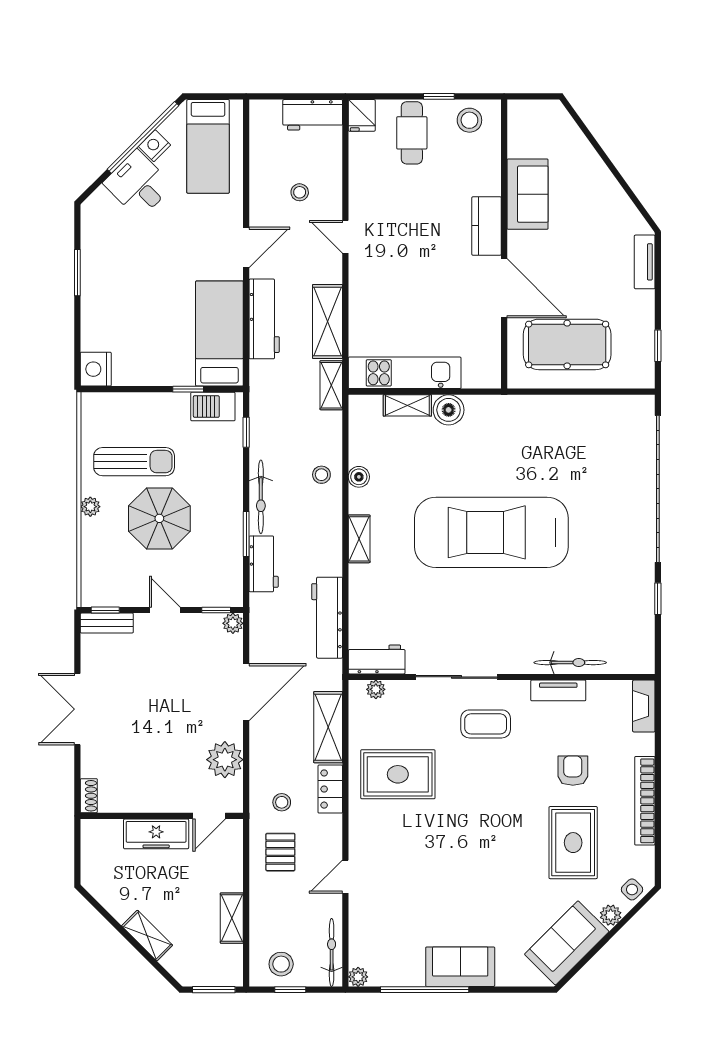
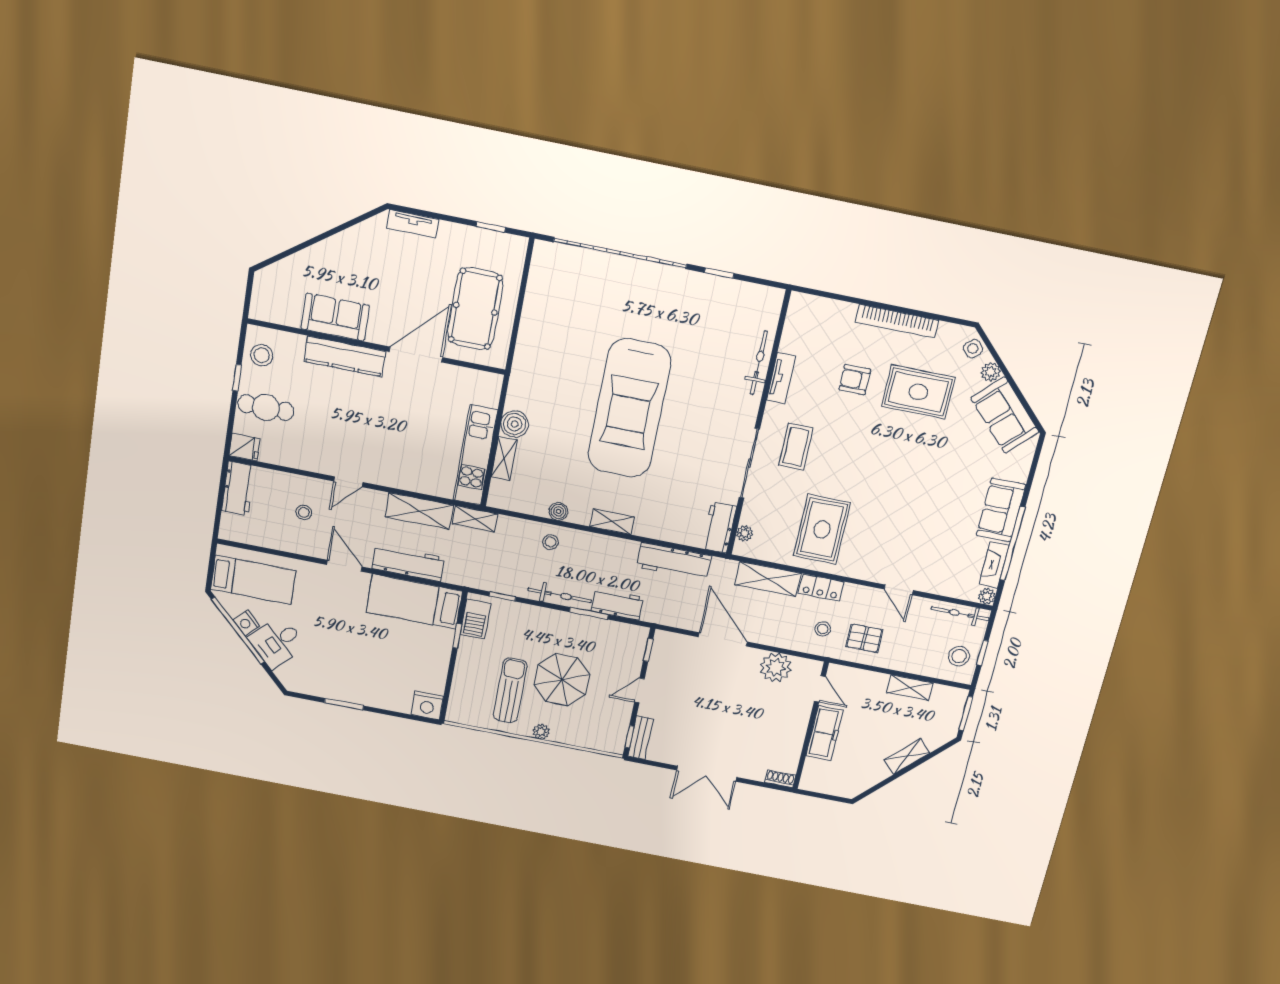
kitchen counter: (487, 226) -> (345, 356), width x1.50
plant: (233, 623) -> (662, 639), removed
fireplace: (644, 706) -> (994, 565), moved, turned 90

